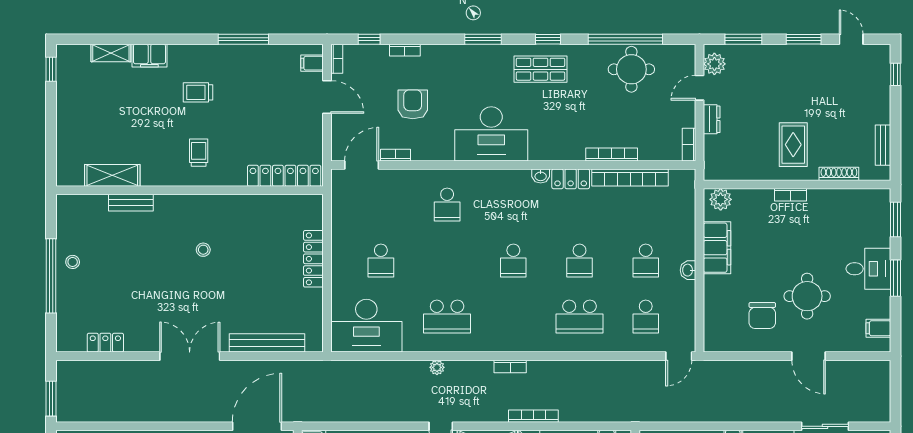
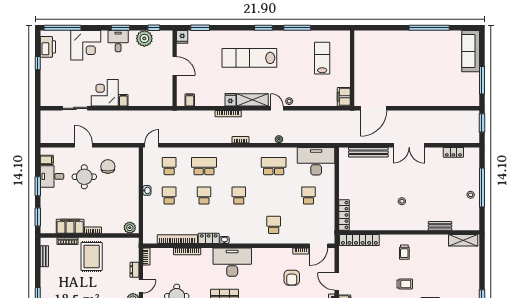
desk: (491, 134) -> (232, 262), moved
rug: (793, 145) -> (92, 256), width x1.36, depth x1.43
shelving: (112, 175) -> (463, 240), moved
filing cabinet: (717, 248) -> (70, 226), moved, turned 90
locker: (313, 259) -> (344, 215), moved
desk: (868, 269) -> (52, 176), moved

